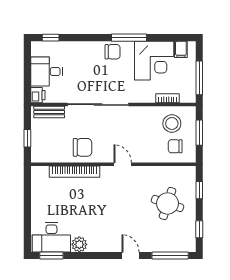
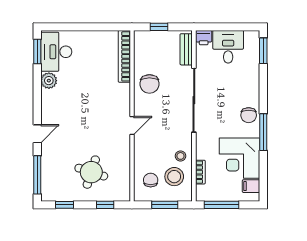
window: (51, 38) -> (263, 51), width x1.50
stool: (152, 117) -> (180, 156), added
bookcase: (75, 172) -> (124, 56), moved

